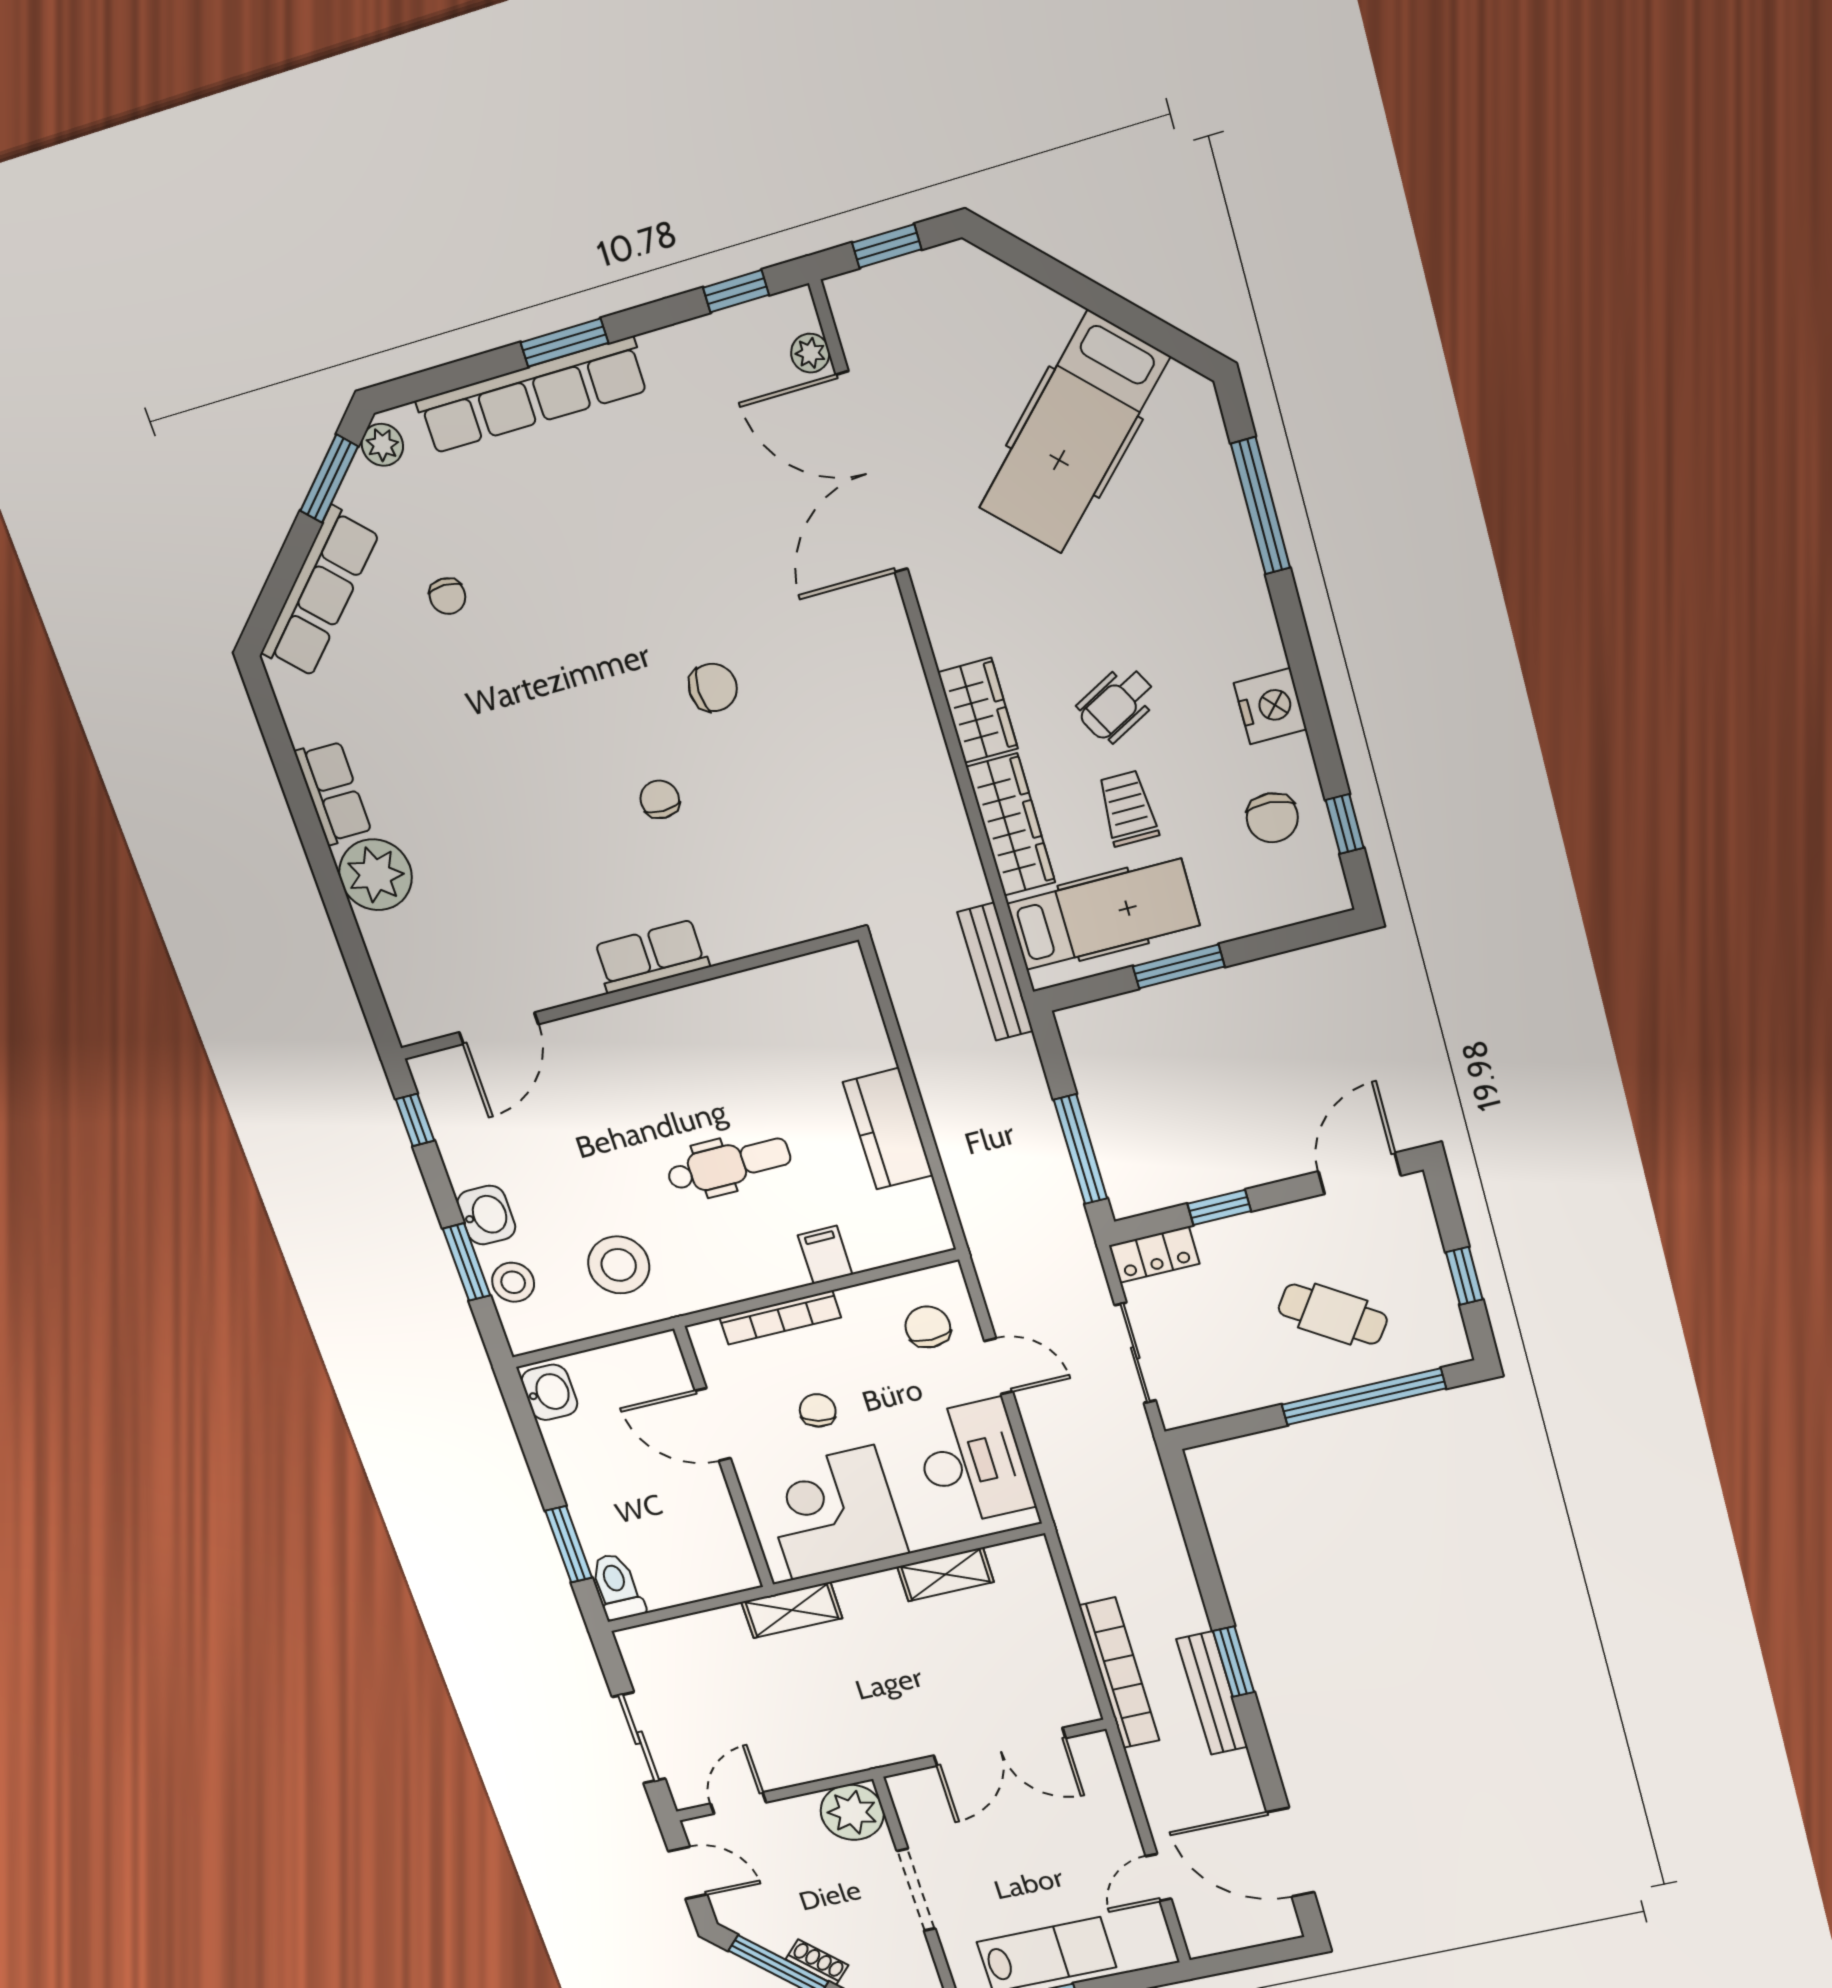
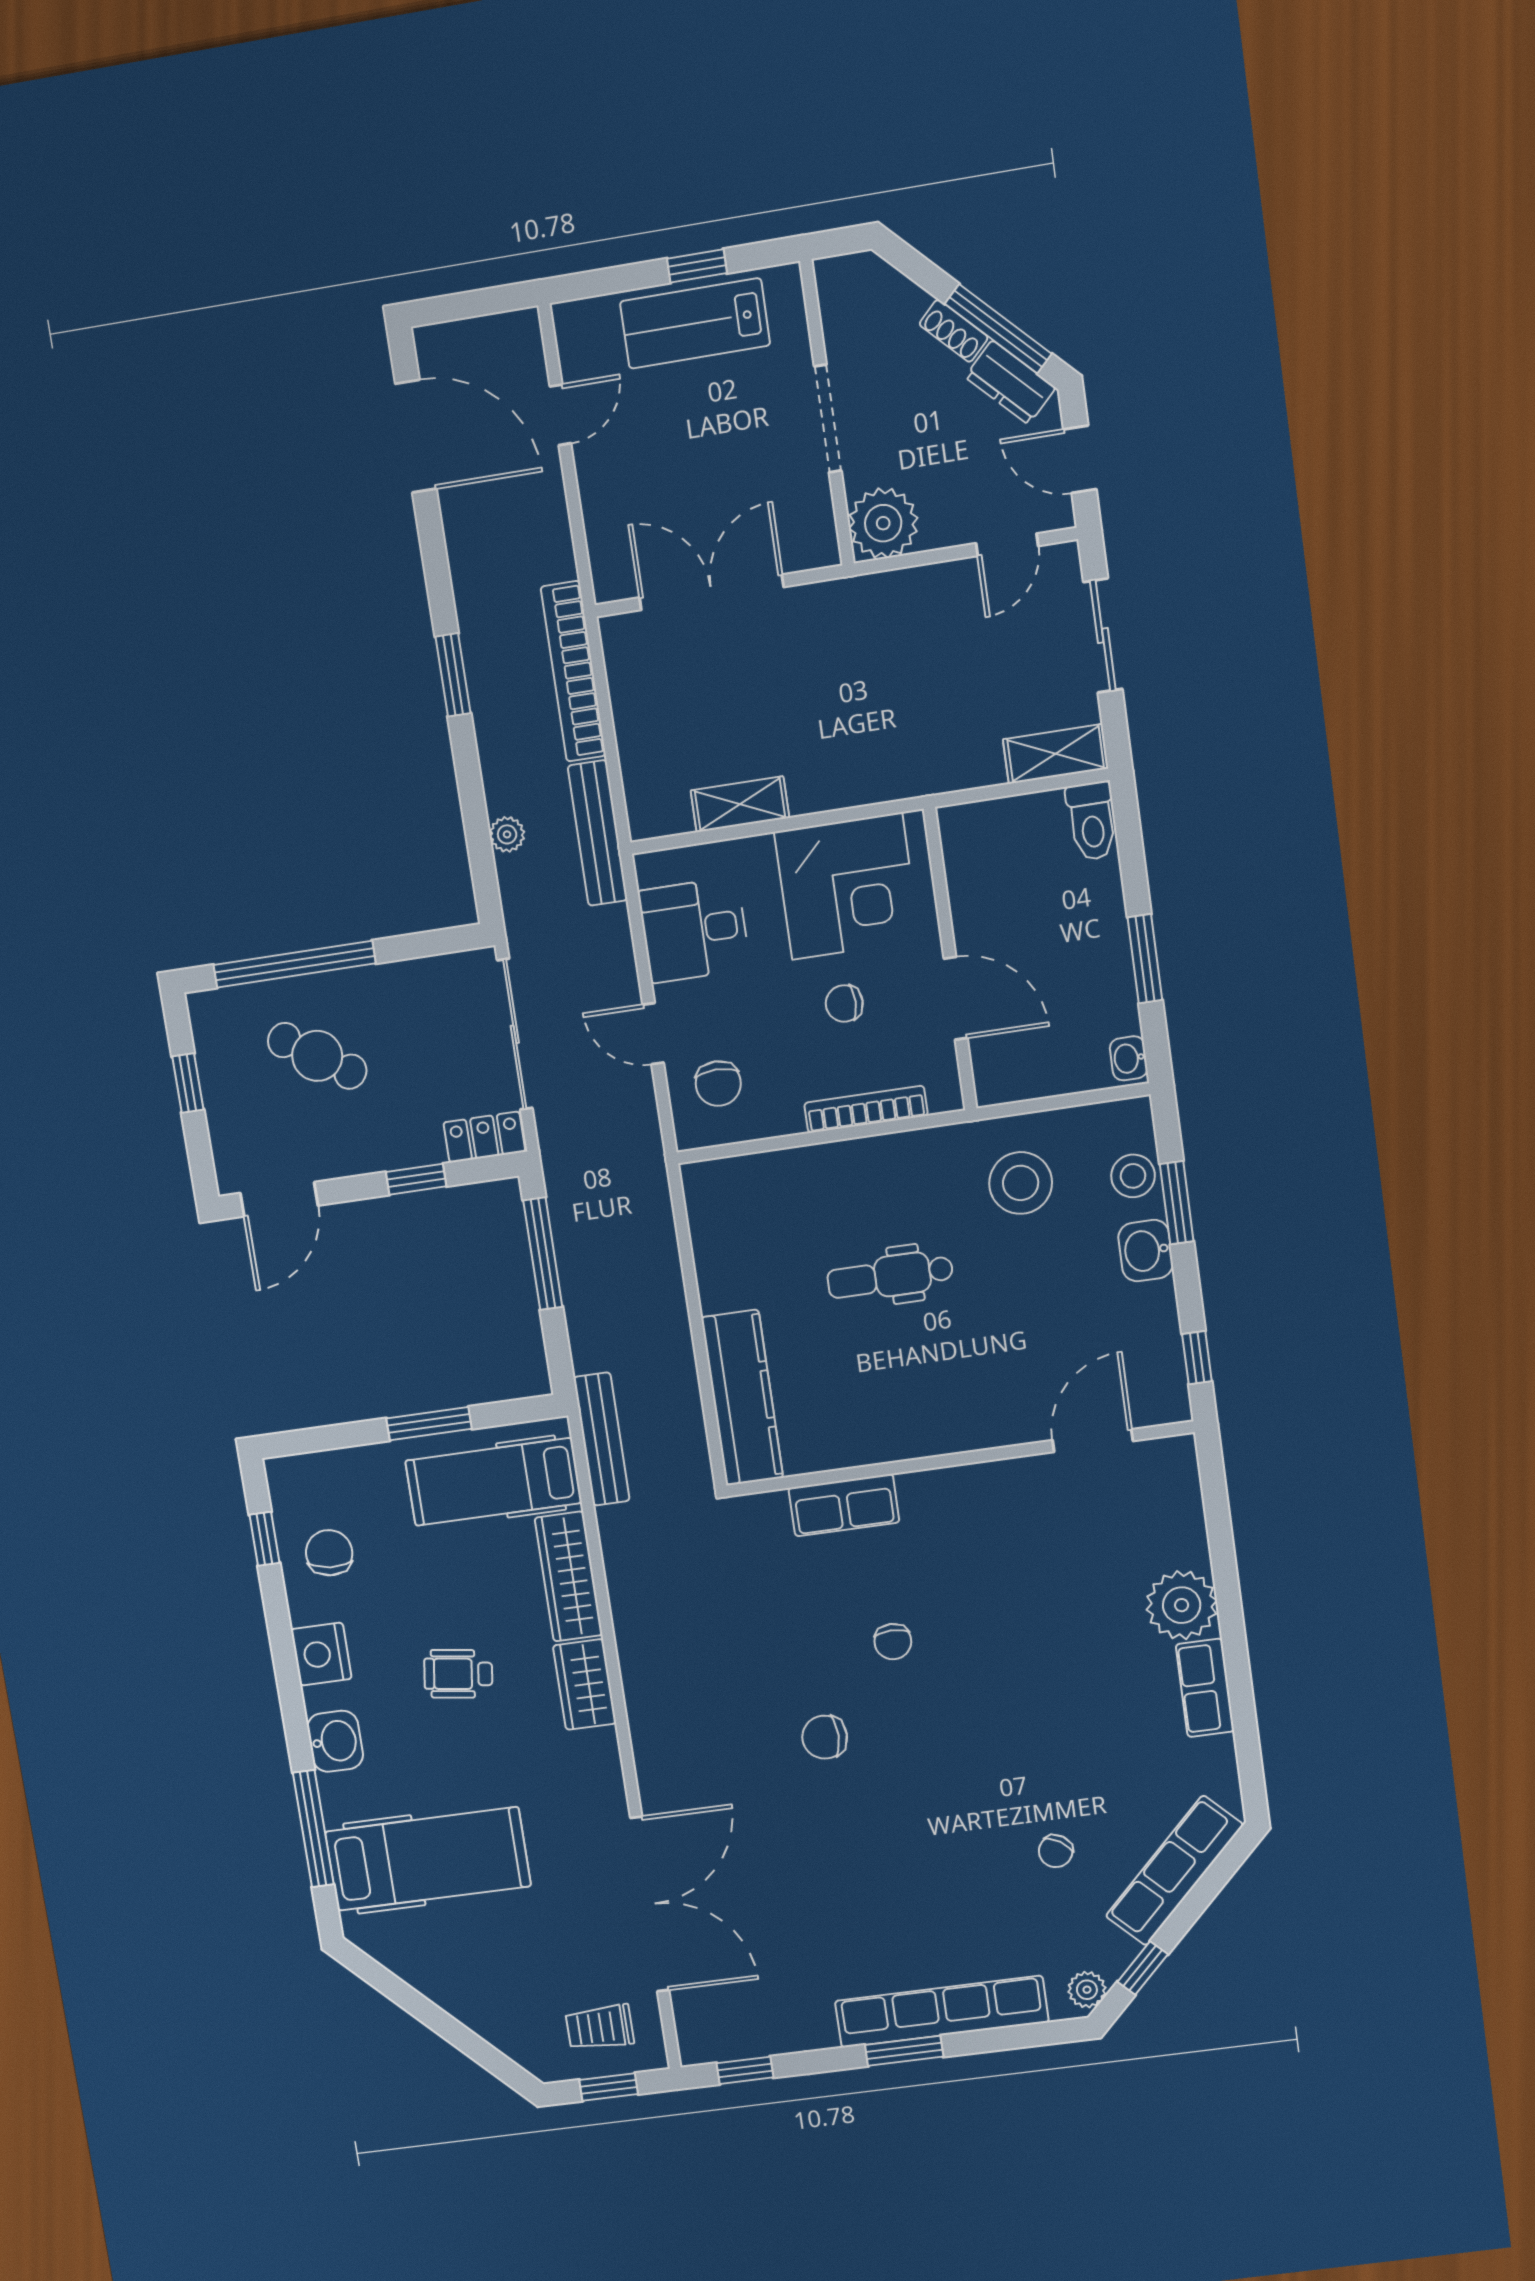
plant: (810, 353) -> (507, 834), moved
hospital bed: (1074, 433) -> (428, 1859), moved, turned 45
window: (329, 479) -> (1143, 1968), width x0.67
chair: (447, 596) -> (1056, 1851), turned -147
washbasin: (1245, 610) -> (335, 1741), added
wheelchair: (1117, 704) -> (458, 1674), turned -144
trolley: (1128, 808) -> (600, 2027), moved, turned 90
row of seats: (651, 956) -> (844, 1505), moved
kitchen counter: (888, 1129) -> (742, 1398), moved, width x1.50
filing cabinet: (825, 1255) -> (810, 1171), removed
sliding door: (1135, 1353) -> (515, 1034), width x1.37
washbasin: (549, 1392) -> (1129, 1058), width x0.72, depth x0.69
chair: (818, 1410) -> (844, 1003), turned 76
desk: (972, 1462) -> (694, 930), width x0.73
window: (569, 1544) -> (1145, 959), moved
shelving: (792, 1610) -> (1056, 754), moved
bench: (1212, 1693) -> (598, 833), moved
dresser: (760, 1927) -> (1010, 382), added

